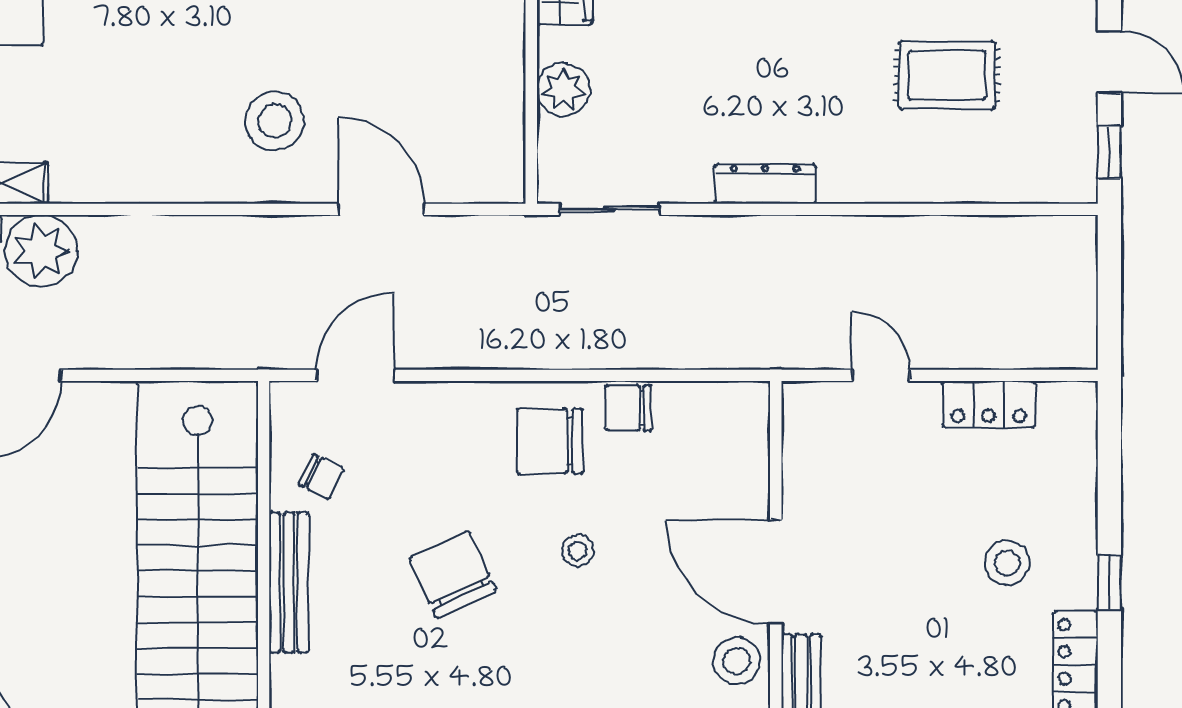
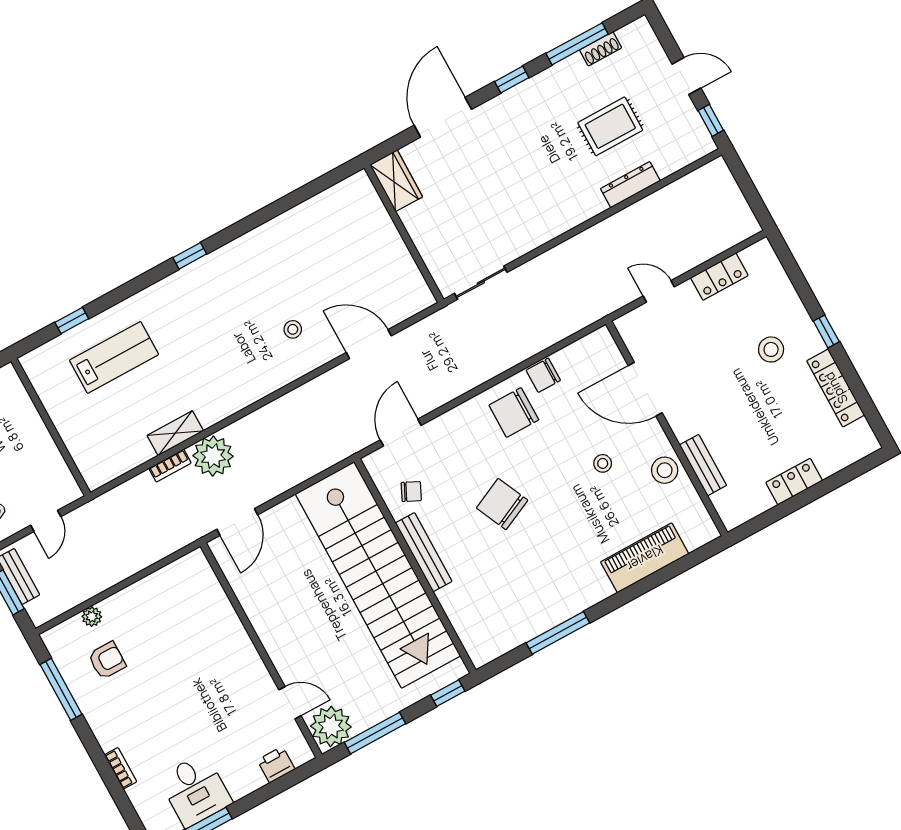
plant: (563, 90) -> (426, 236), removed
stool: (275, 121) -> (293, 329), width x0.53, depth x0.53
dresser: (765, 184) -> (630, 185), moved
stool: (578, 551) -> (603, 463), moved
door: (776, 572) -> (645, 389), moved

